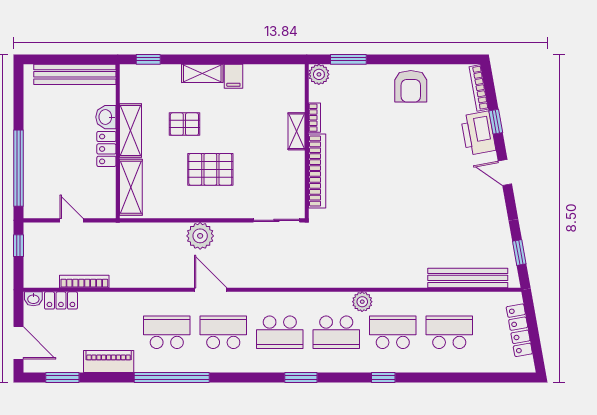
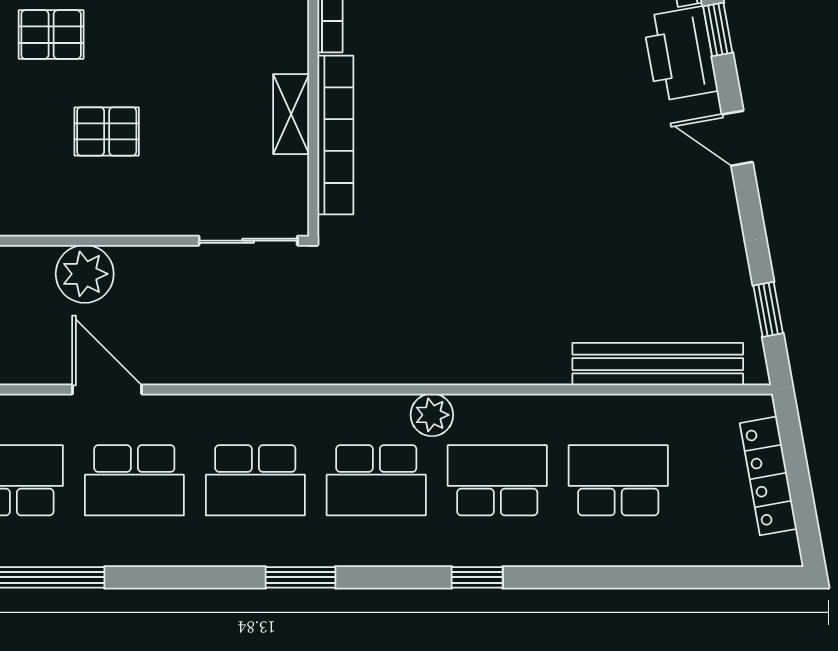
shelving: (296, 131) -> (291, 114), moved
pallet: (210, 169) -> (107, 131), width x0.67, depth x0.71
school desk: (223, 332) -> (134, 480), turned 180

